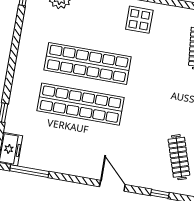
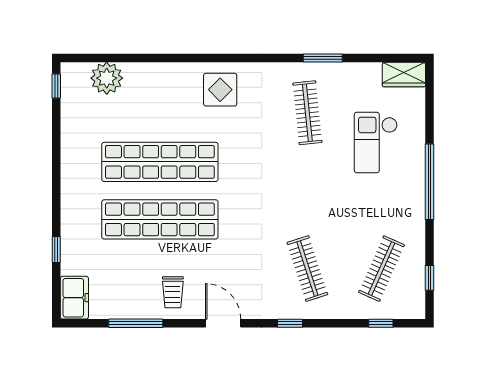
trolley: (81, 157) -> (173, 292), added
window: (29, 171) -> (136, 323), moved

